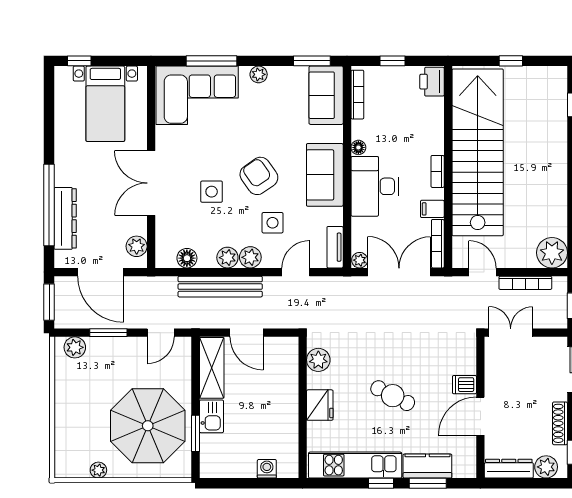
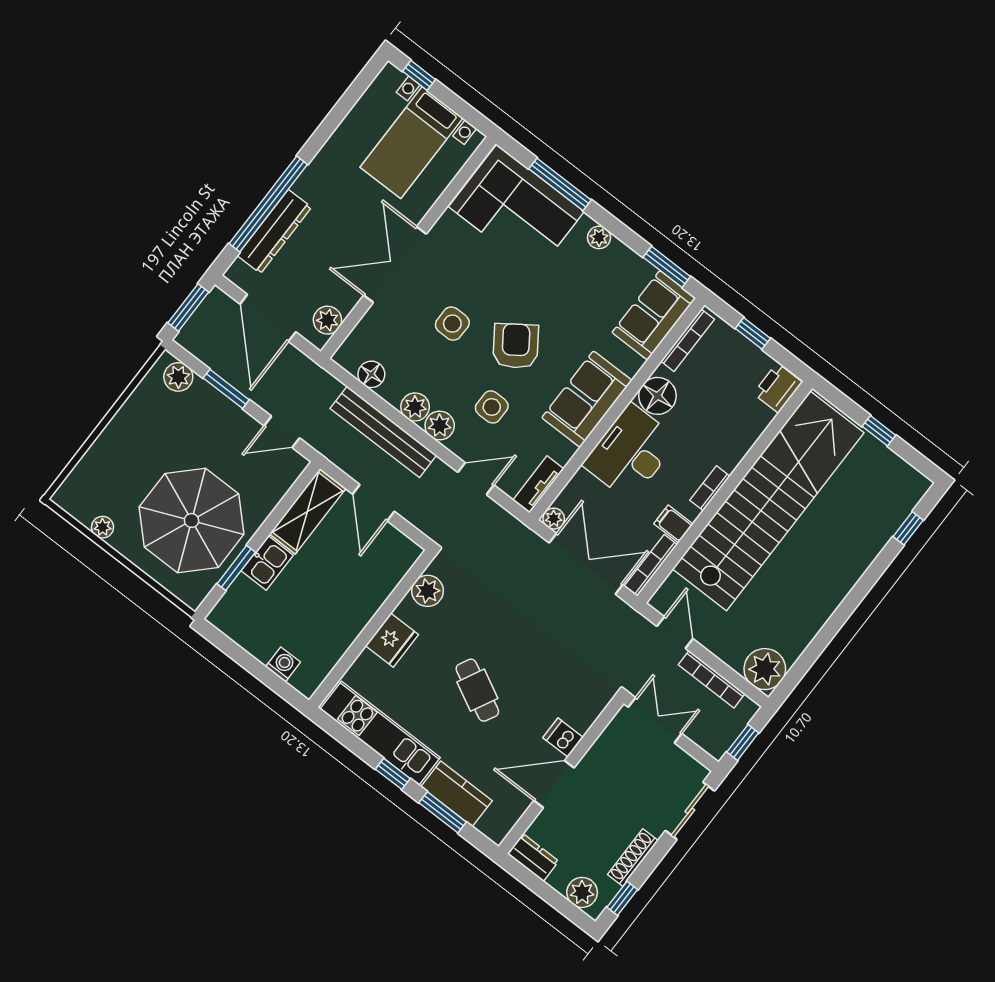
floor lamp: (358, 147) -> (657, 396), width x1.89, depth x1.89
dresser: (509, 469) -> (533, 857), width x0.70

